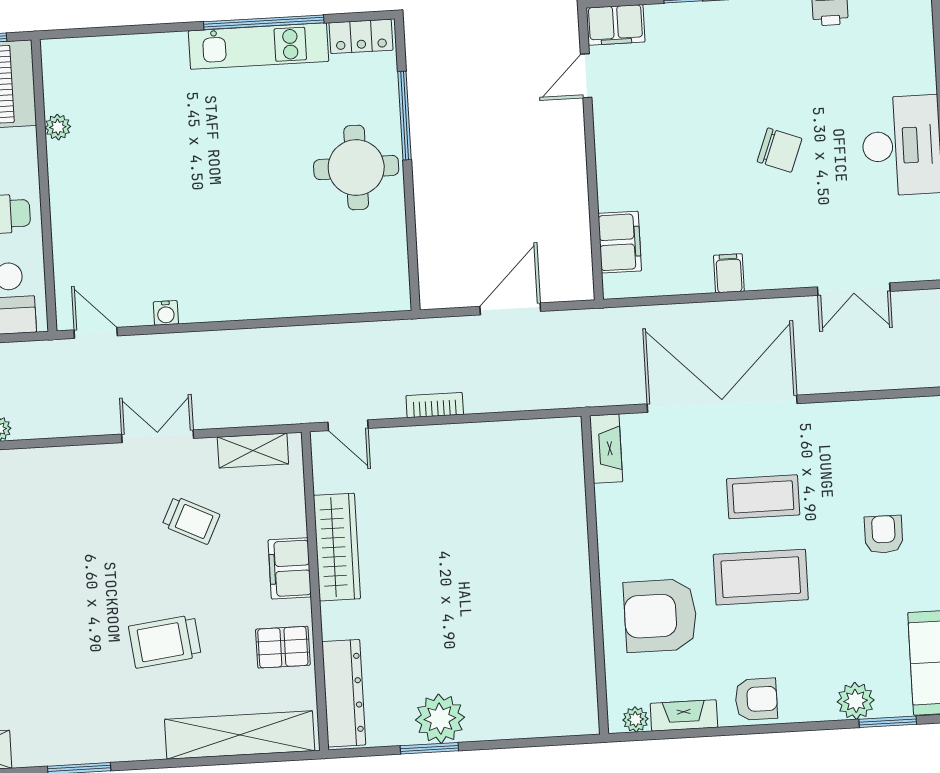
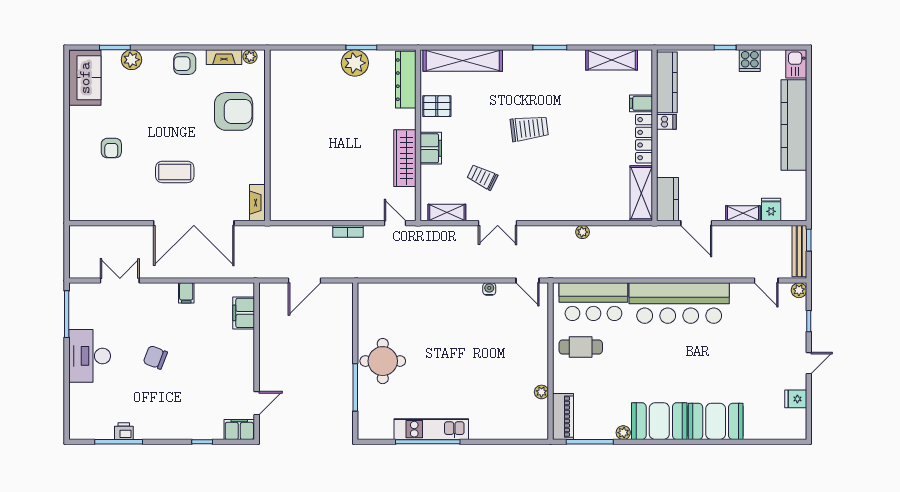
locker: (361, 36) -> (376, 431), removed
coffee table: (761, 577) -> (179, 129), removed
trolley: (165, 641) -> (529, 128), moved

